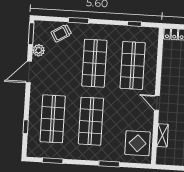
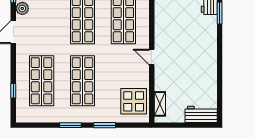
shelving: (162, 135) -> (160, 104), moved
window: (53, 161) -> (70, 125), moved

